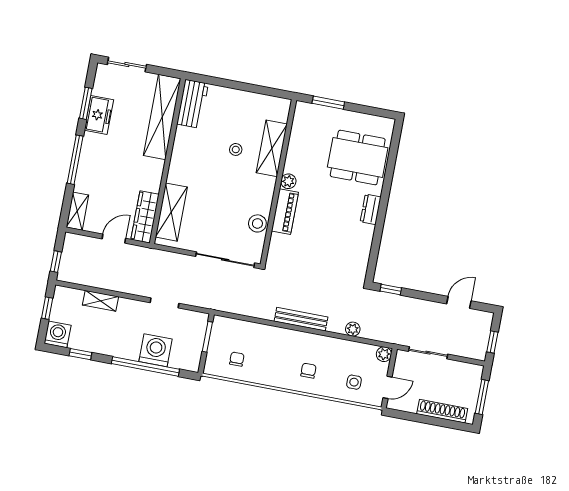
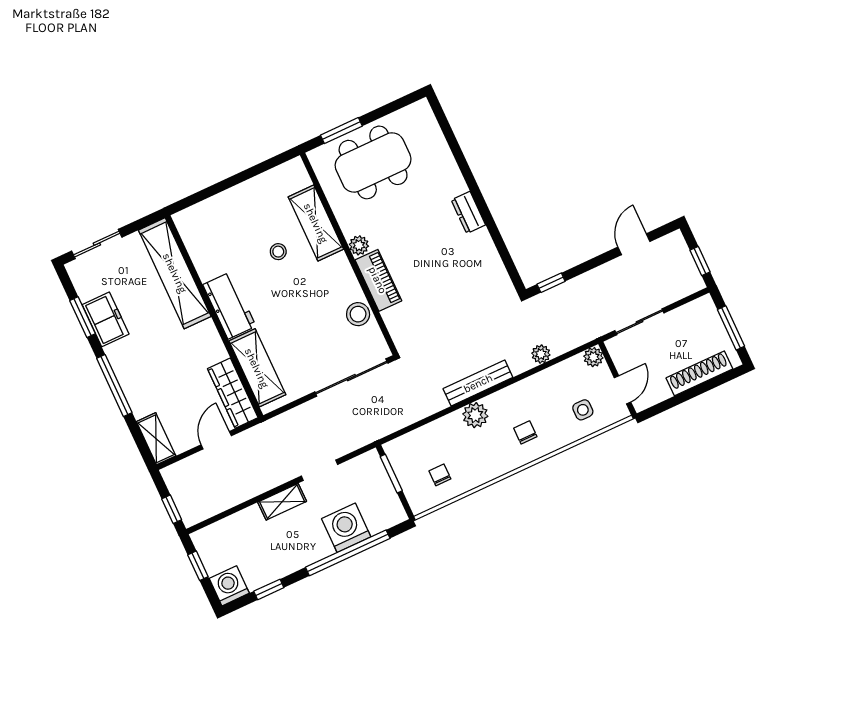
workbench: (193, 104) -> (229, 305), moved
dining table: (358, 157) -> (373, 162), moved
shelving: (100, 301) -> (282, 502), moved
plant: (285, 338) -> (475, 415), added

